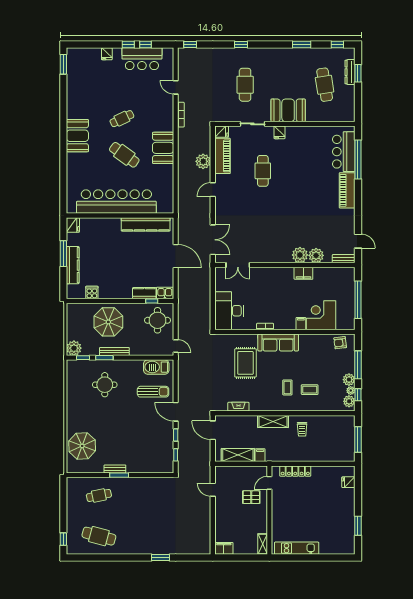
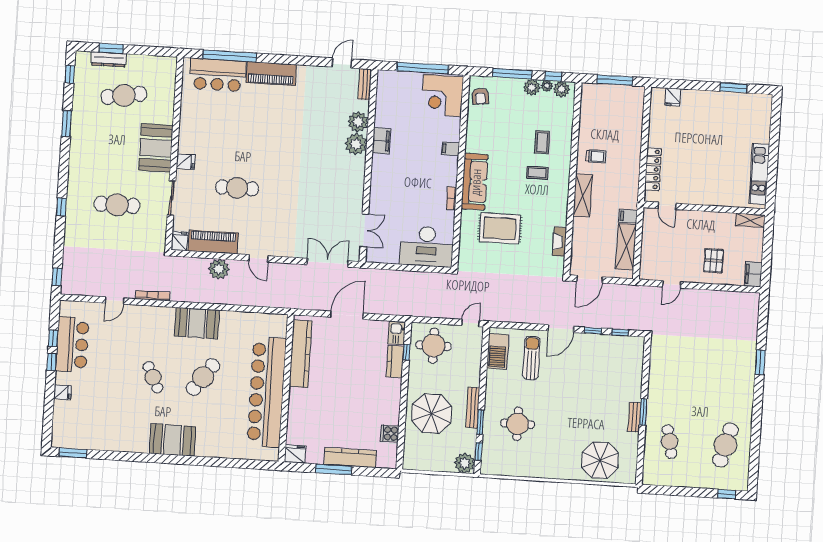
corner desk: (321, 315) -> (442, 96), moved
pallet: (251, 497) -> (714, 261), moved

